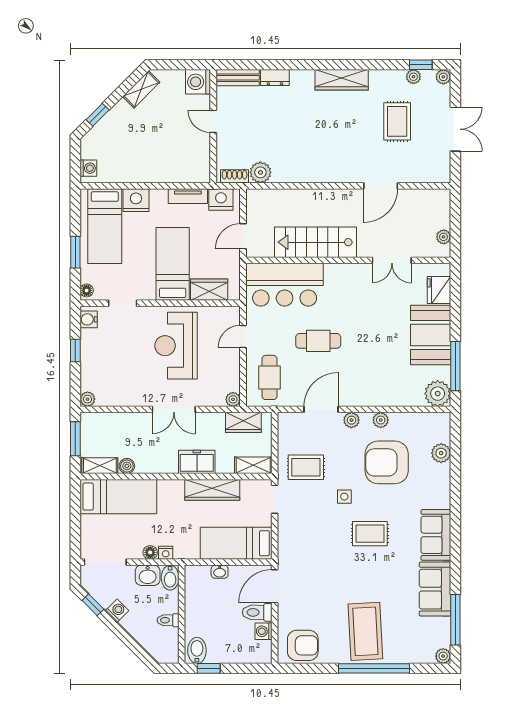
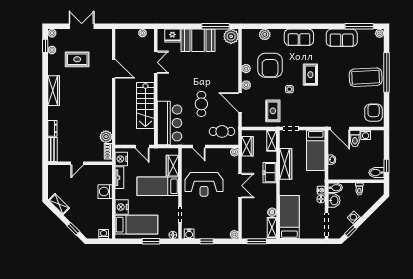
washing machine: (198, 82) -> (105, 192), moved, turned 90
sofa: (436, 535) -> (299, 37), moved

